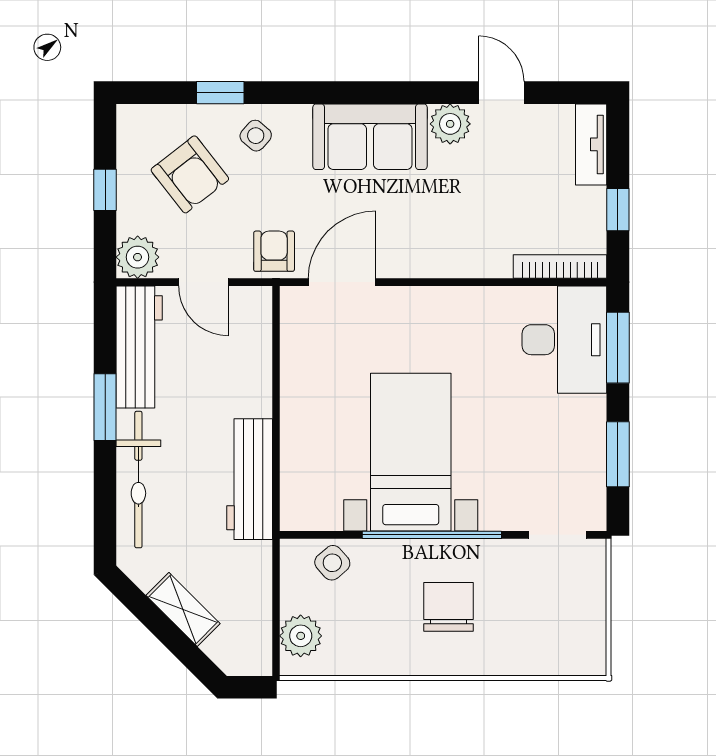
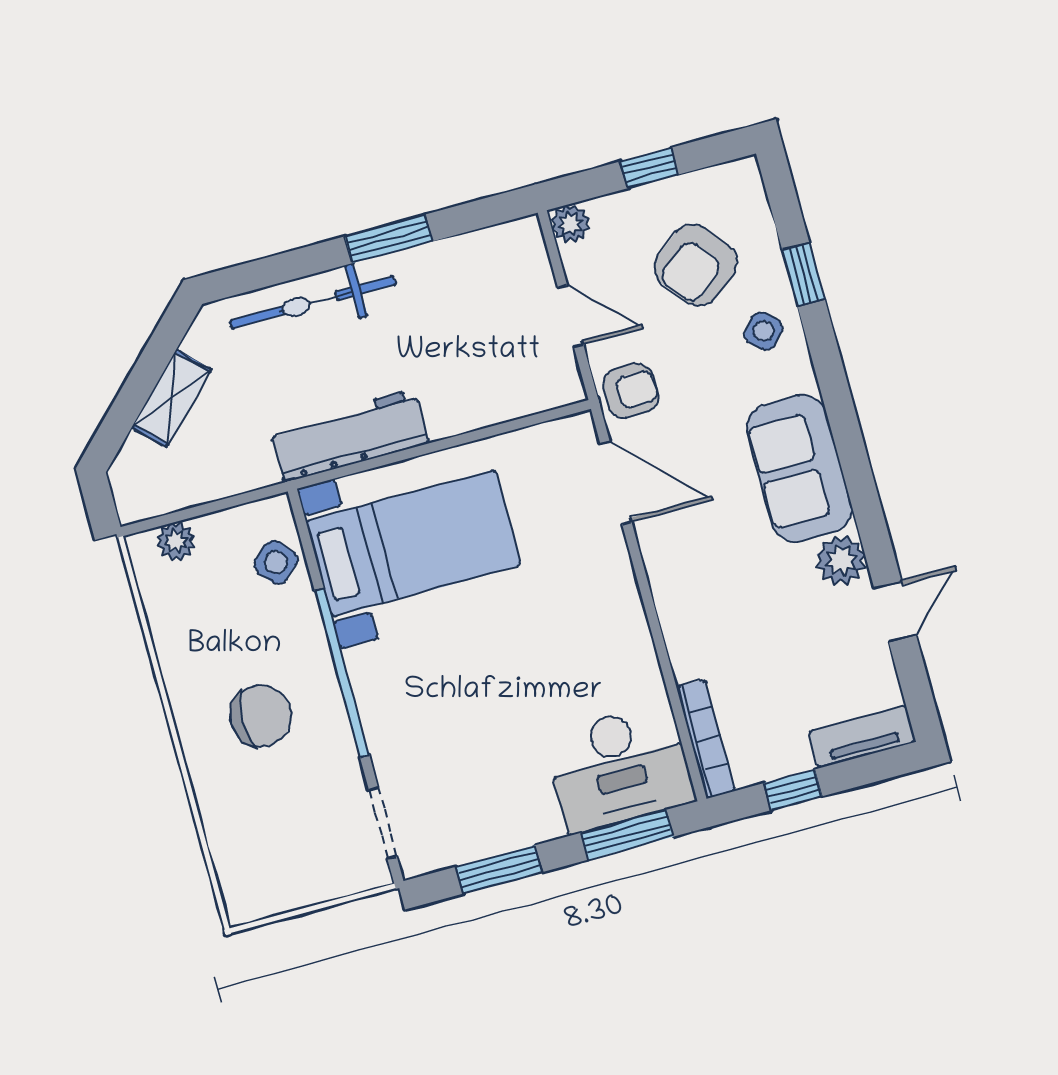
plant: (138, 257) -> (570, 224), width x0.73, depth x0.73
door: (203, 282) -> (571, 316), swing flipped
workbench: (139, 347) -> (472, 260), removed
bed with nightstands: (411, 452) -> (413, 543), moved
plant: (301, 636) -> (176, 541), width x0.73, depth x0.73

